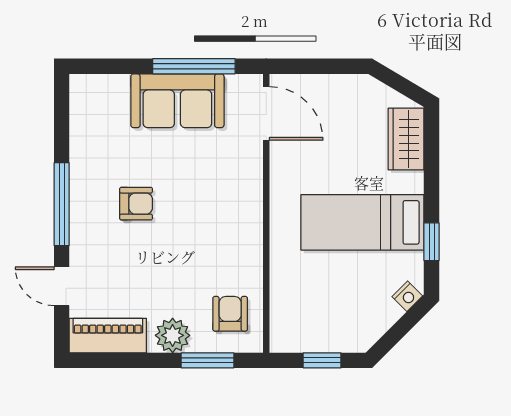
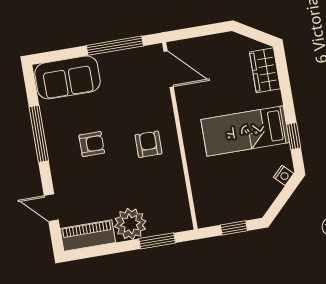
sofa: (177, 101) -> (67, 77), moved
window: (62, 204) -> (39, 134), moved
armchair: (230, 314) -> (148, 144), moved
plant: (173, 335) -> (130, 224), width x1.36, depth x1.36

